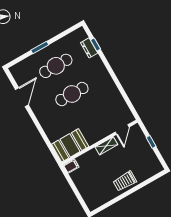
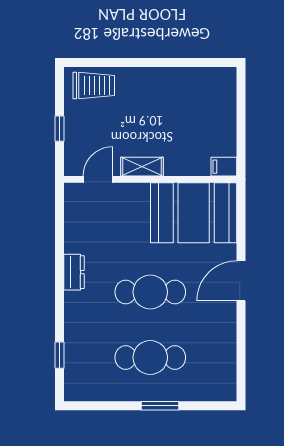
dresser: (89, 48) -> (74, 272), moved
door: (22, 97) -> (241, 281), moved
booth: (70, 145) -> (194, 213), width x1.36, depth x1.42
trolley: (125, 181) -> (94, 86), moved

